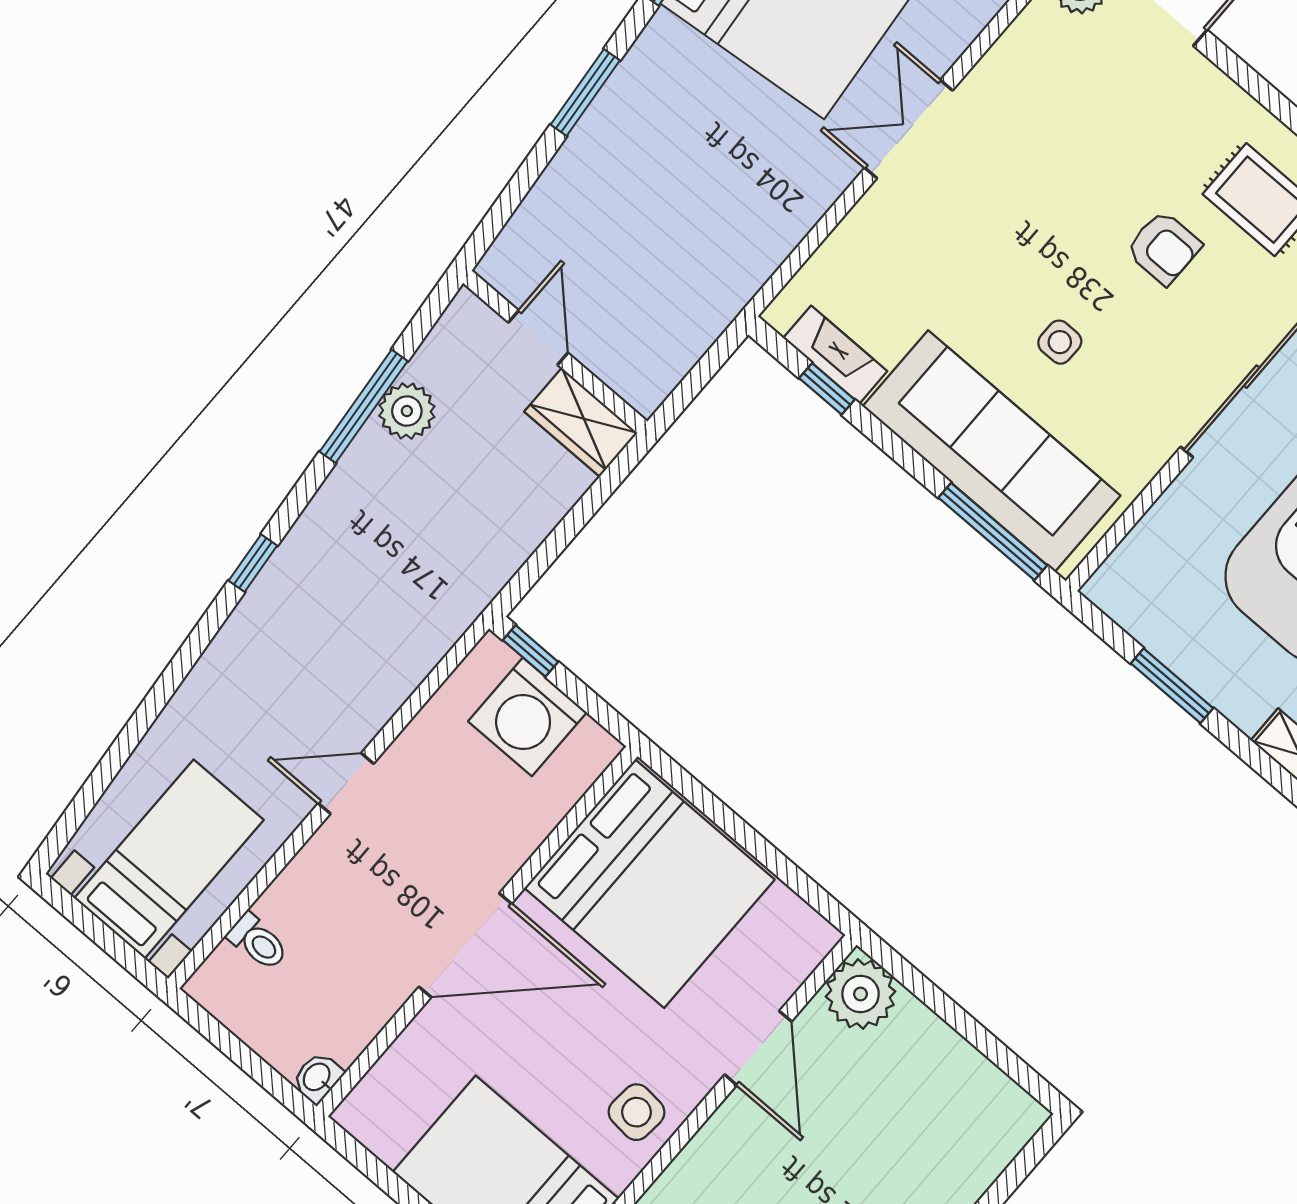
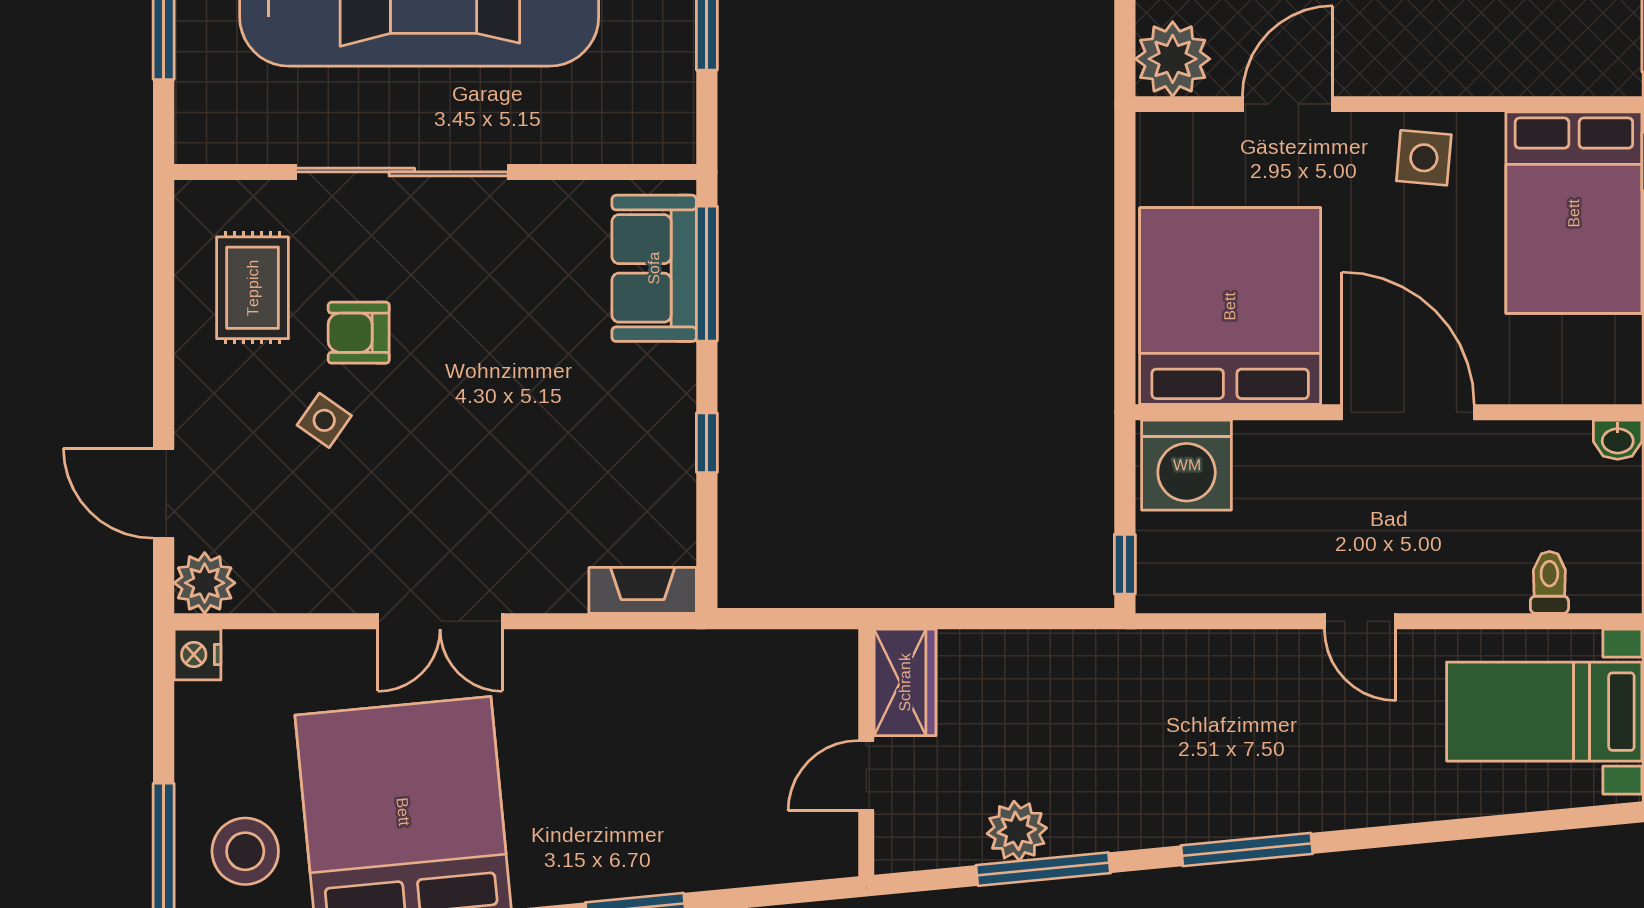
armchair: (1164, 248) -> (359, 333), turned -90
side table: (1060, 342) -> (324, 420), moved, turned 35
fireplace: (835, 355) -> (643, 590), moved, turned 90
window: (827, 389) -> (707, 443), moved
sofa: (991, 451) -> (654, 268), width x0.54, depth x0.79
window: (253, 563) -> (1247, 850), width x2.17
washing machine: (527, 717) -> (1187, 465), moved, turned 90

